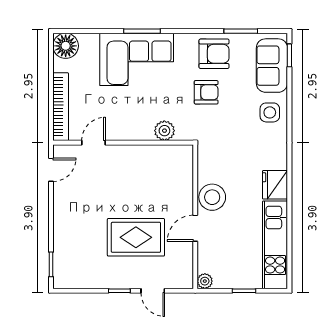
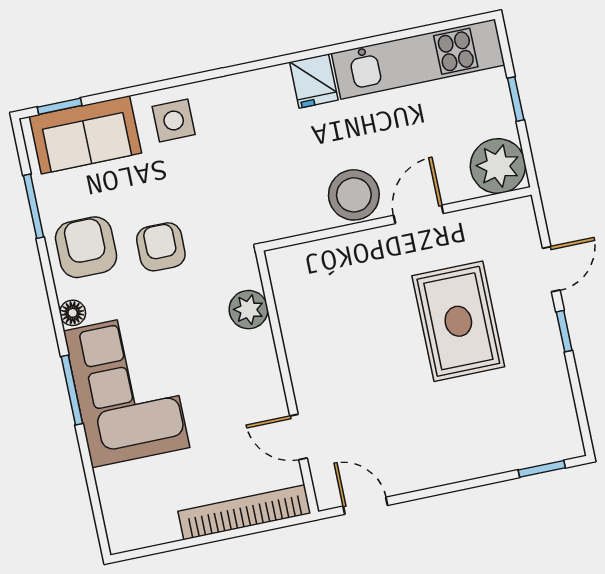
floor lamp: (66, 46) -> (73, 313), moved, width x0.53, depth x0.53
fridge: (275, 185) -> (314, 81), width x0.72
door: (195, 228) -> (418, 214), swing flipped
plant: (205, 281) -> (498, 166), width x1.88, depth x1.88

